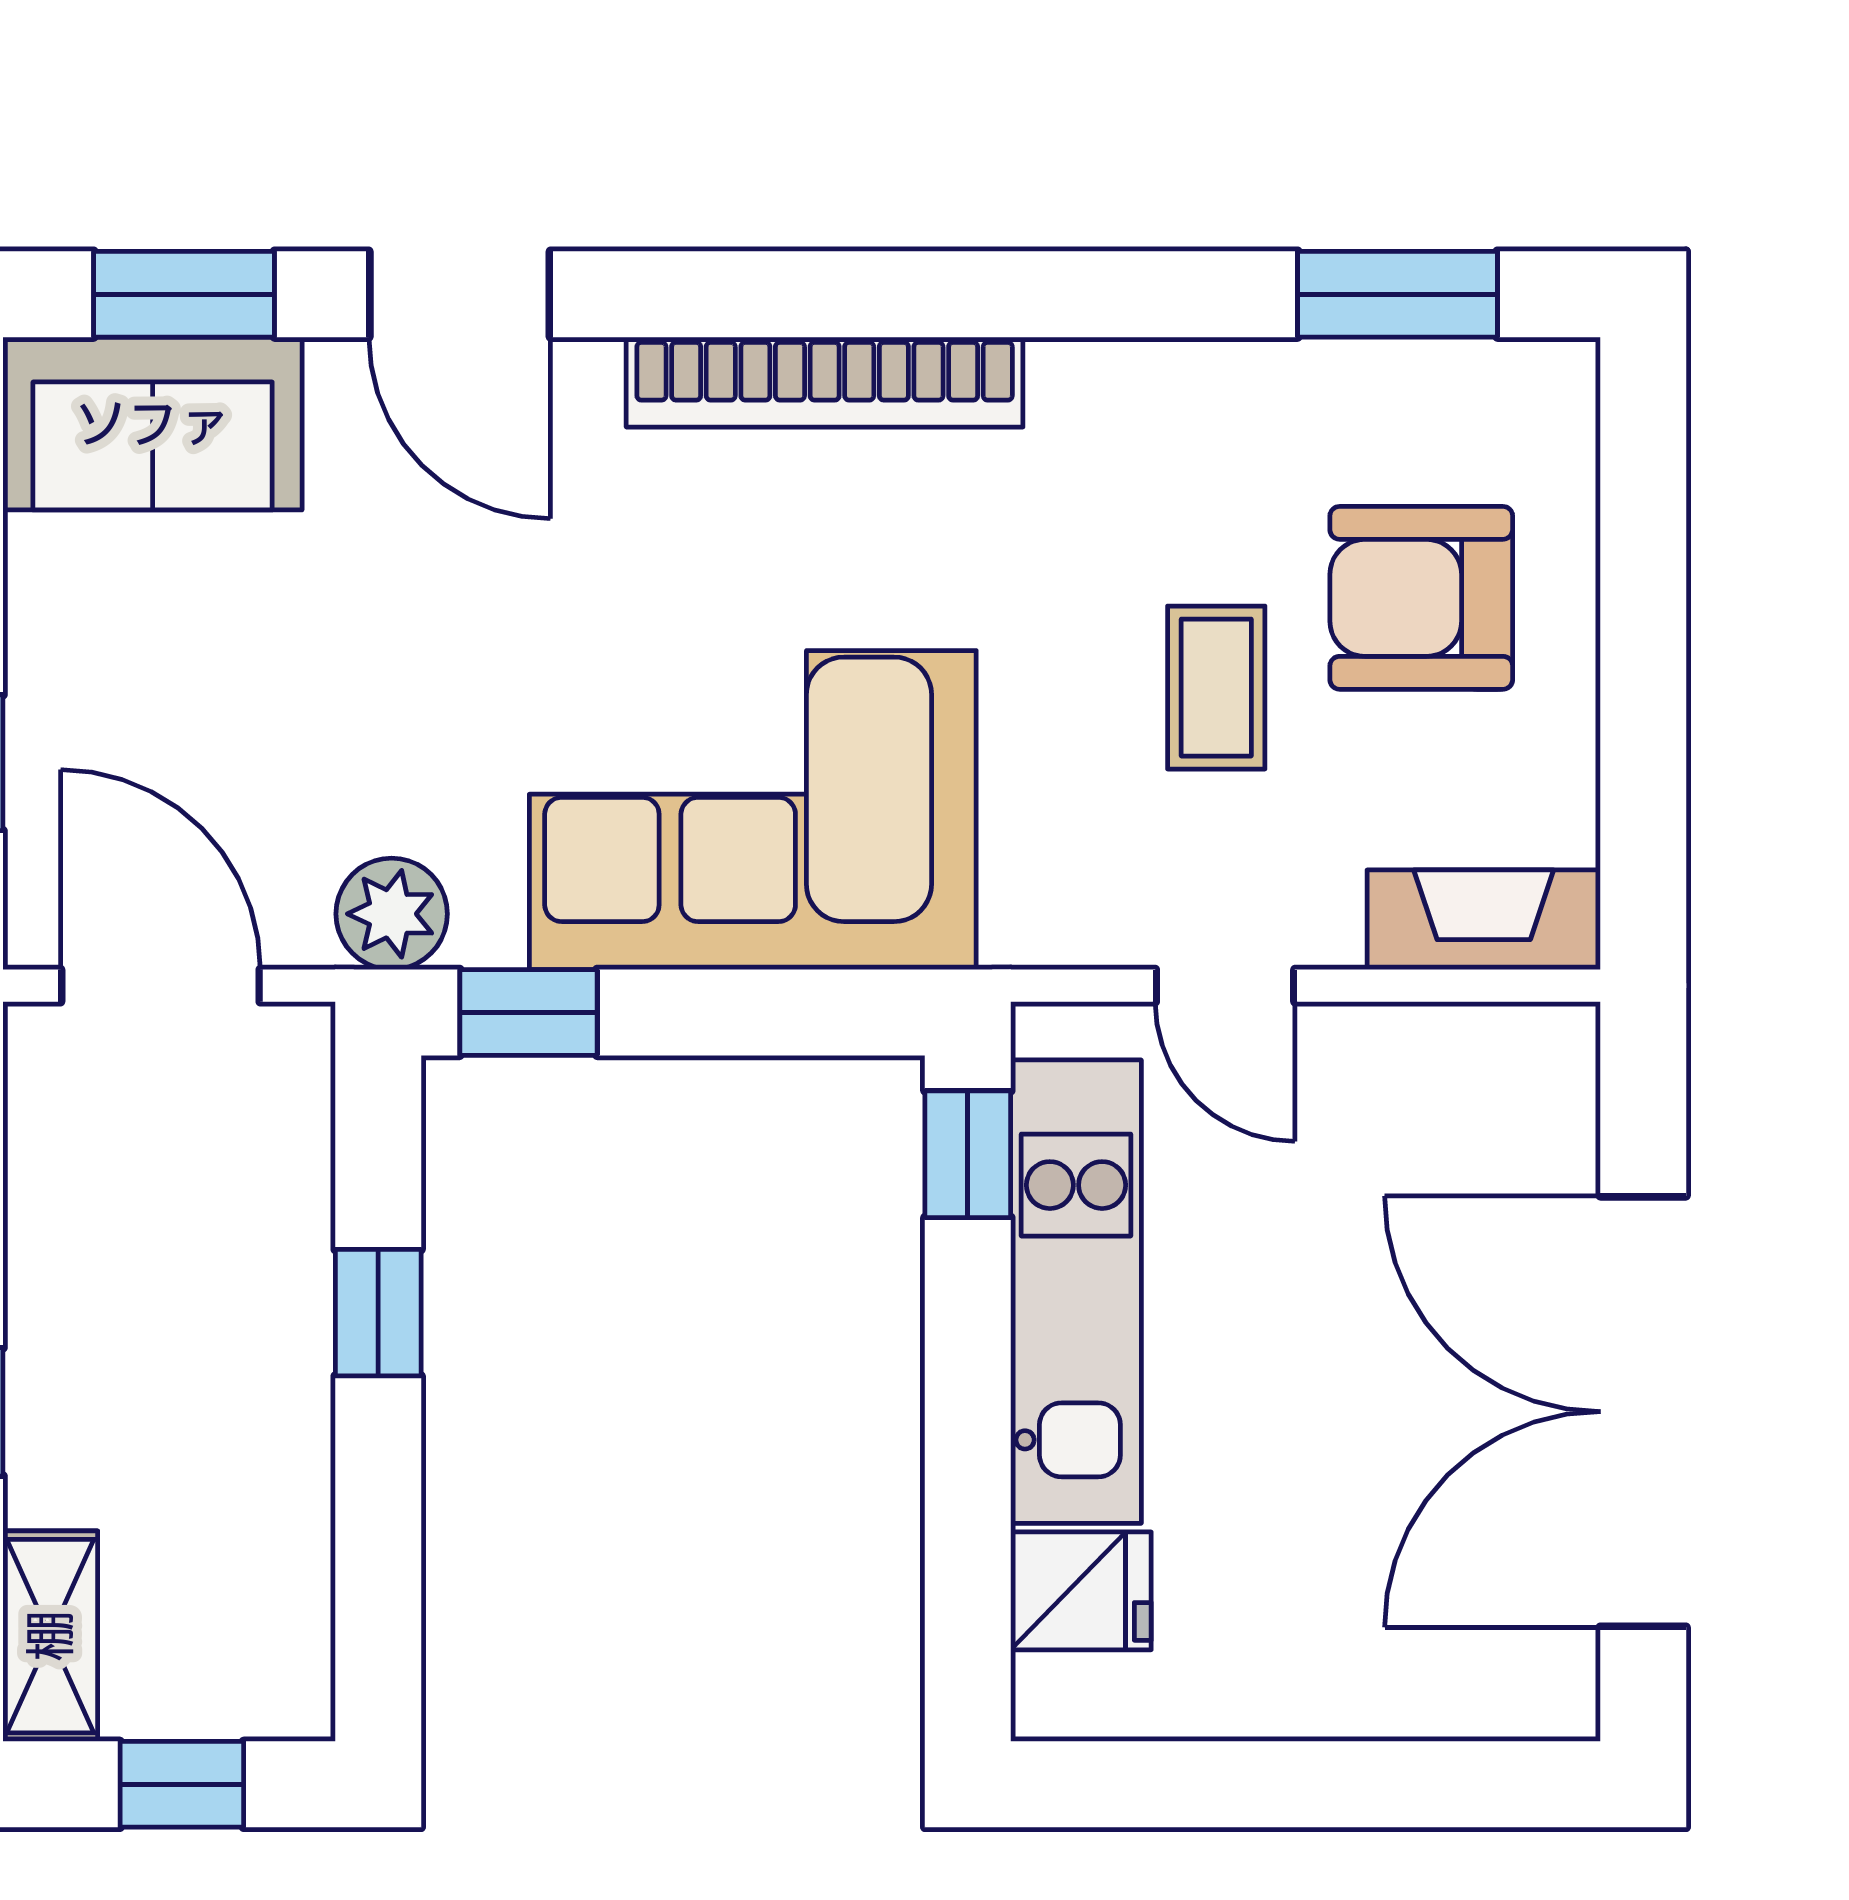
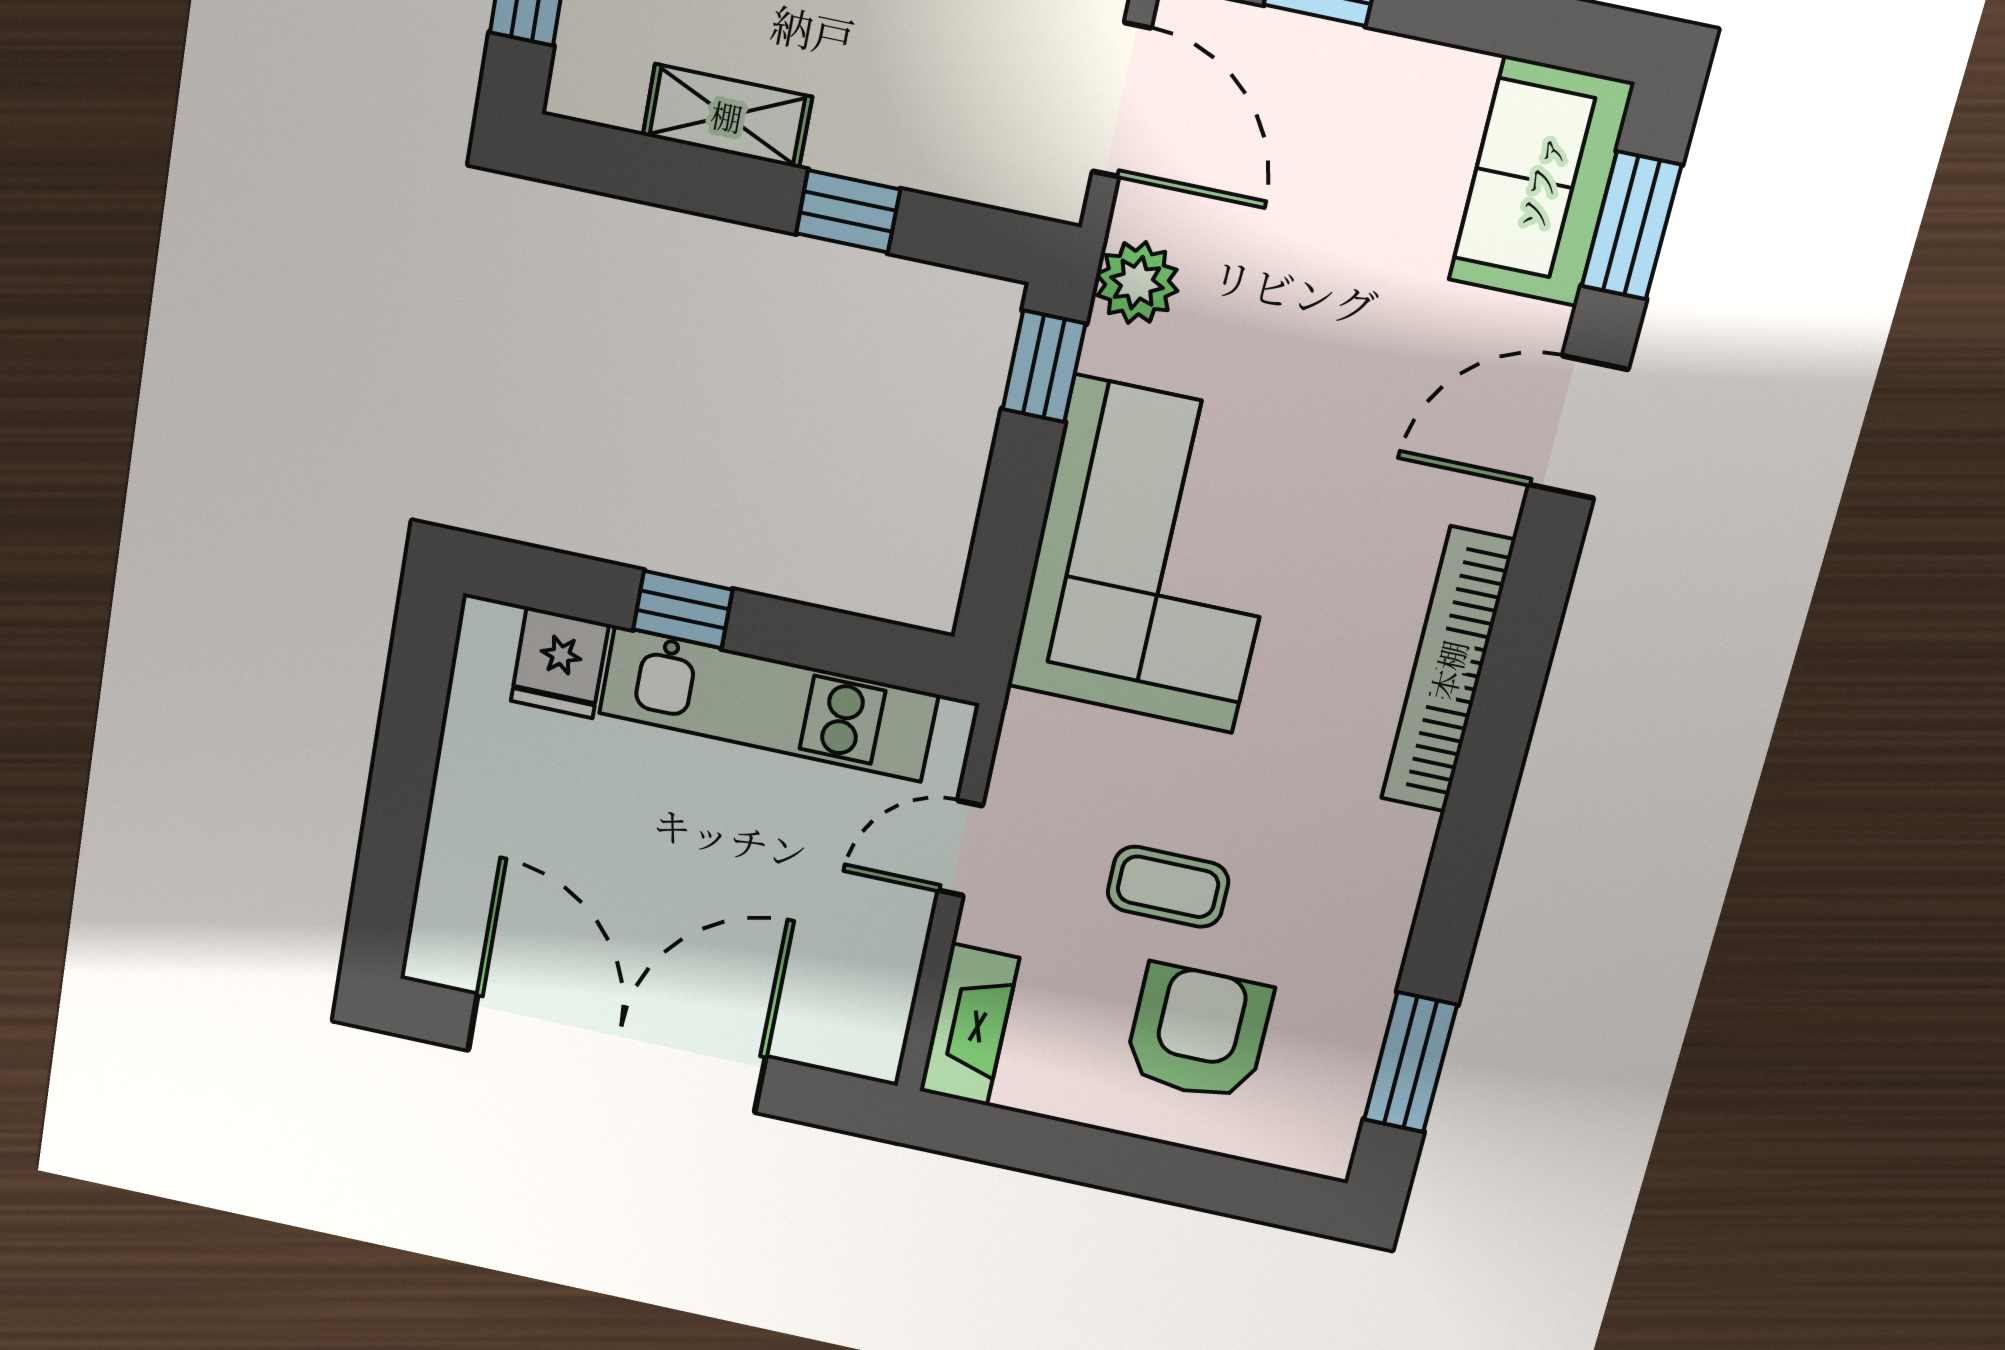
door: (160, 986) -> (1122, 100), hinge flipped
window: (968, 1154) -> (683, 610), moved
shelving: (287, 1495) -> (727, 116), added

